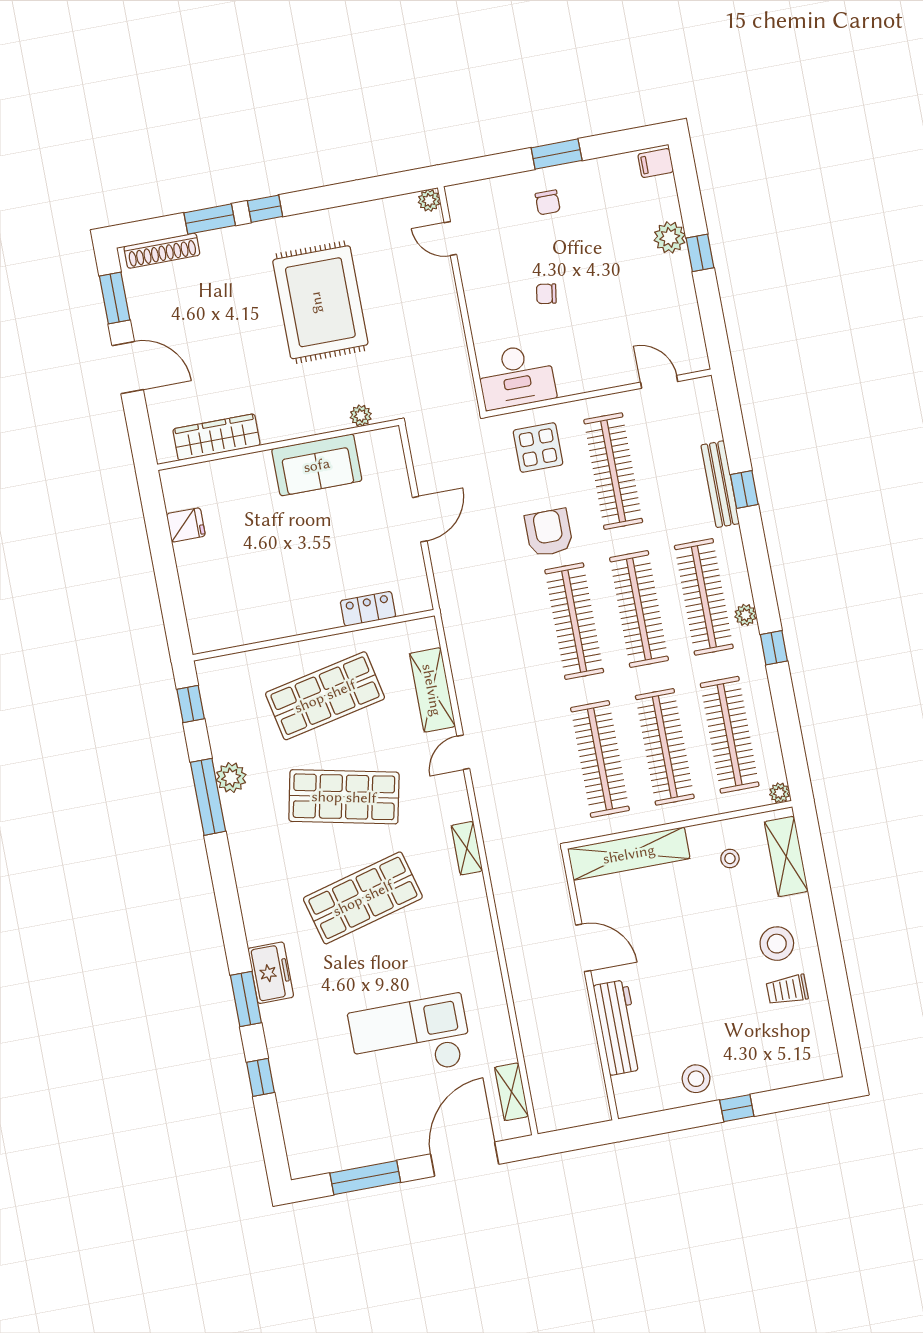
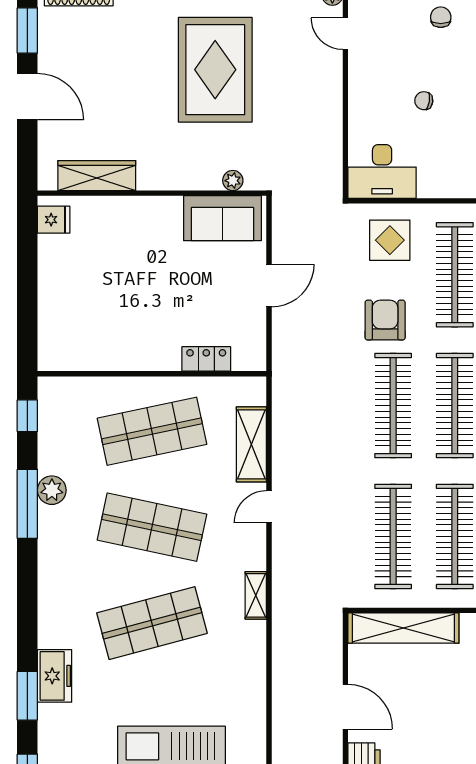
chair: (548, 202) -> (441, 17), turned 180
sofa: (317, 465) -> (222, 218), moved
fridge: (186, 525) -> (54, 220), moved

